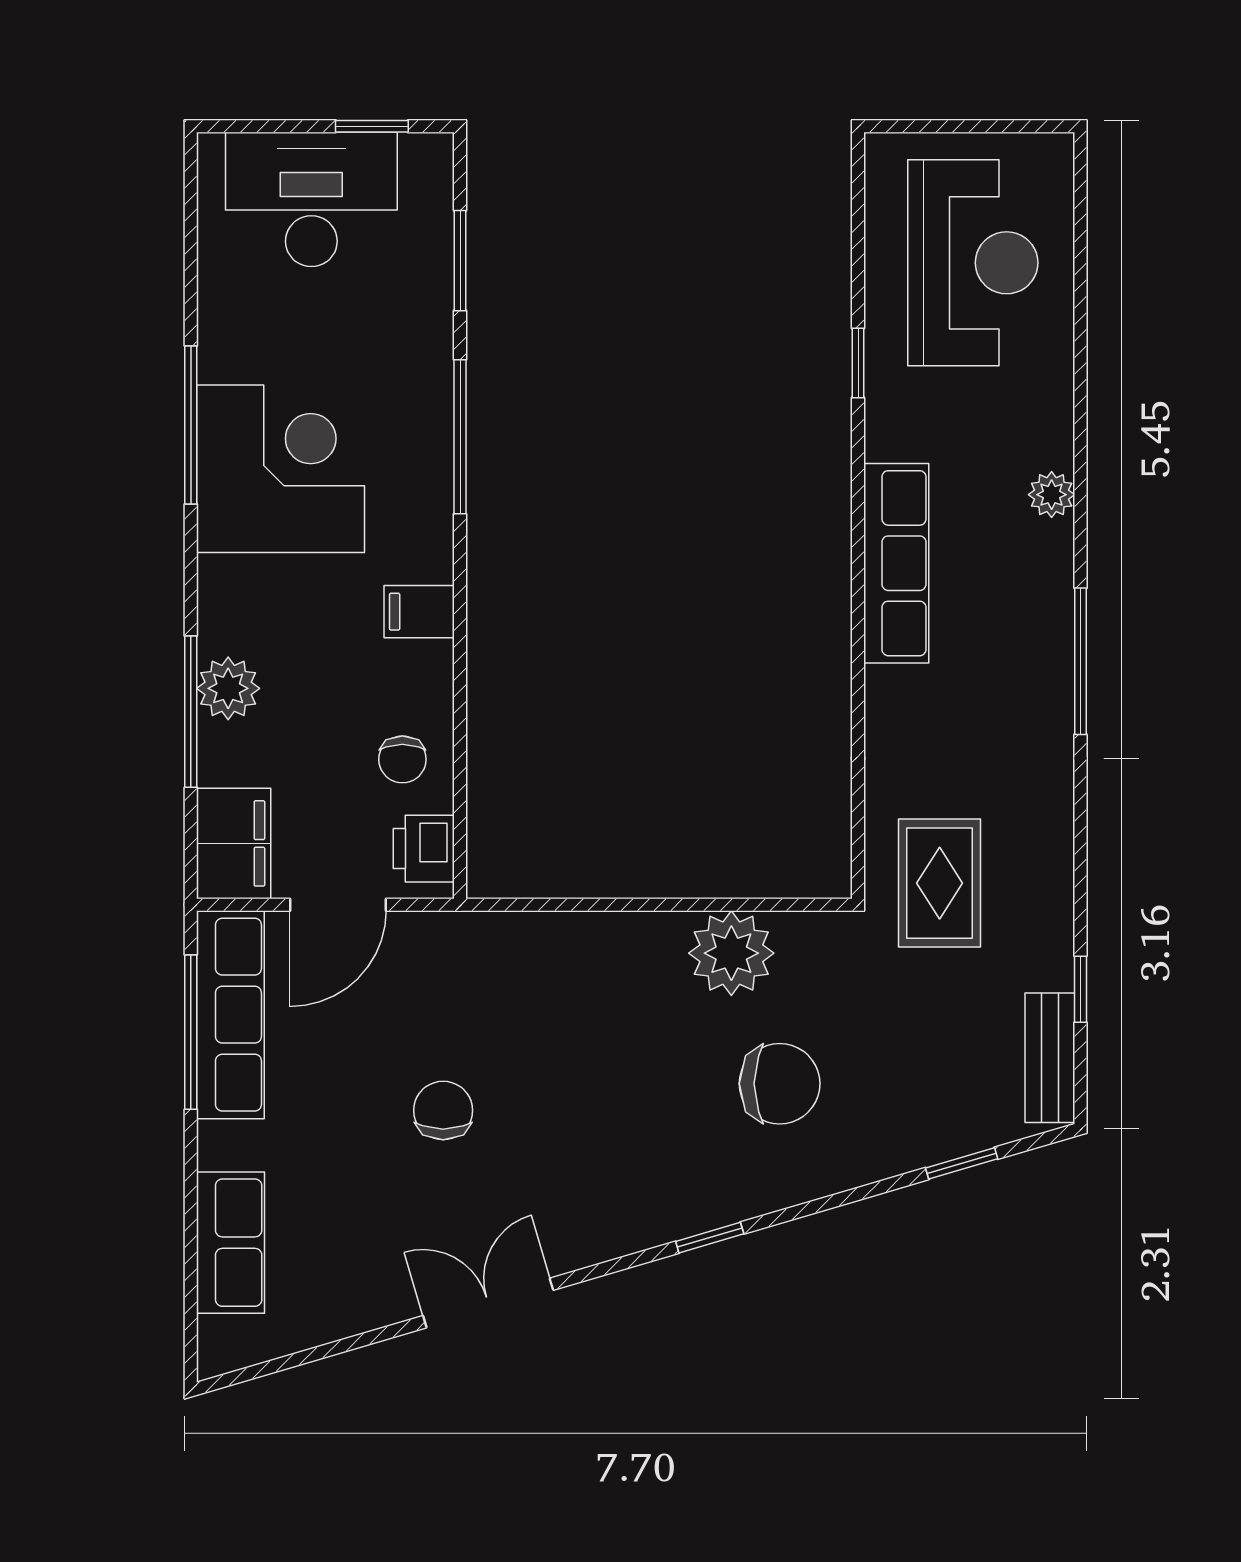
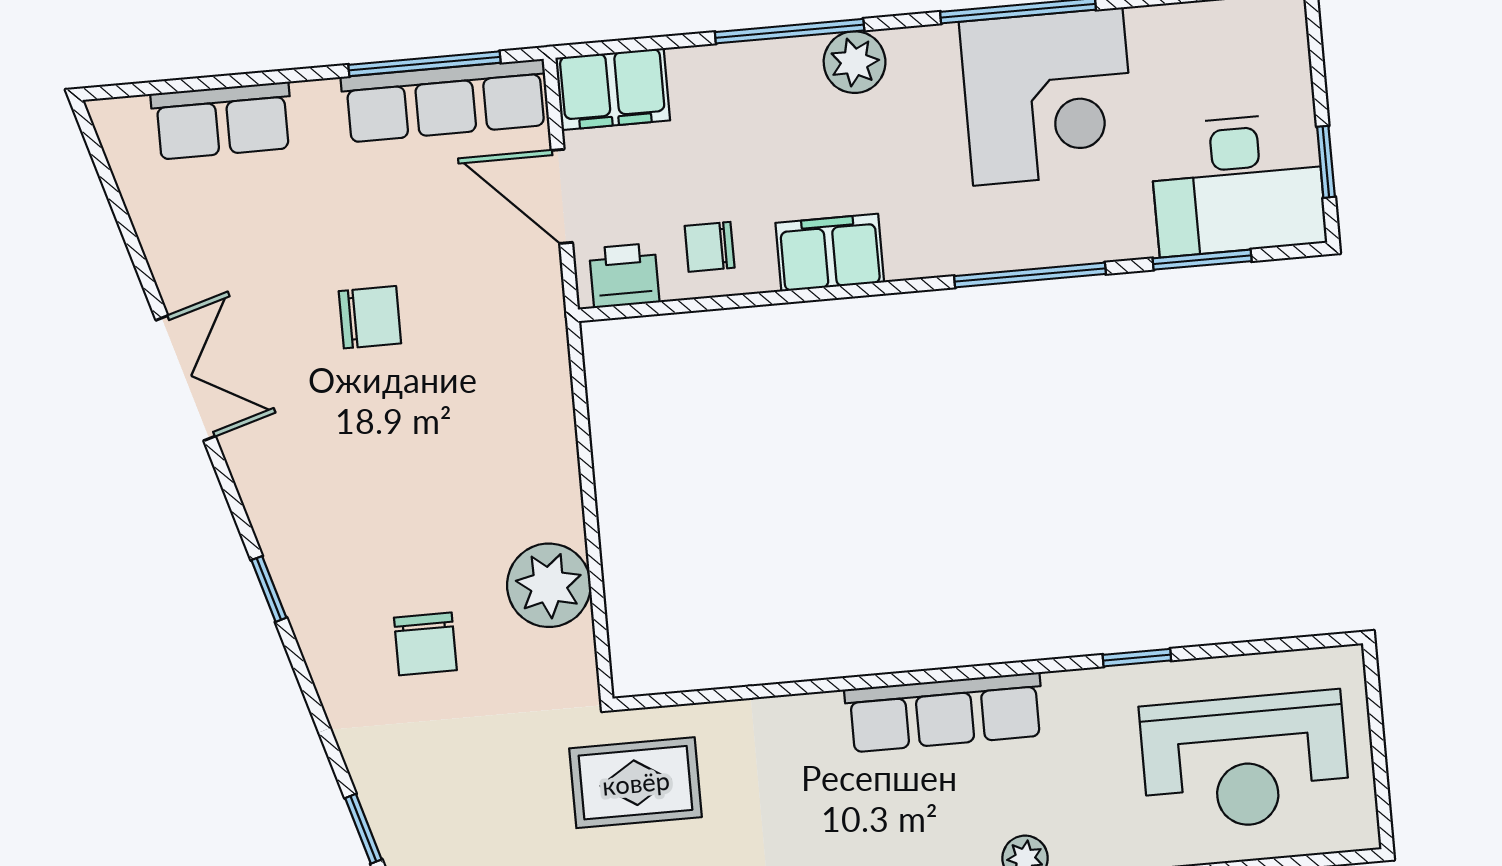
desk: (311, 199) -> (1238, 184), moved, turned 90
corner desk: (280, 469) -> (1048, 96), moved
filing cabinet: (419, 612) -> (830, 253), width x2.00
plant: (228, 688) -> (855, 62), moved
window: (191, 712) -> (790, 31), moved
chair: (780, 1084) -> (425, 644), width x0.73, depth x0.73

